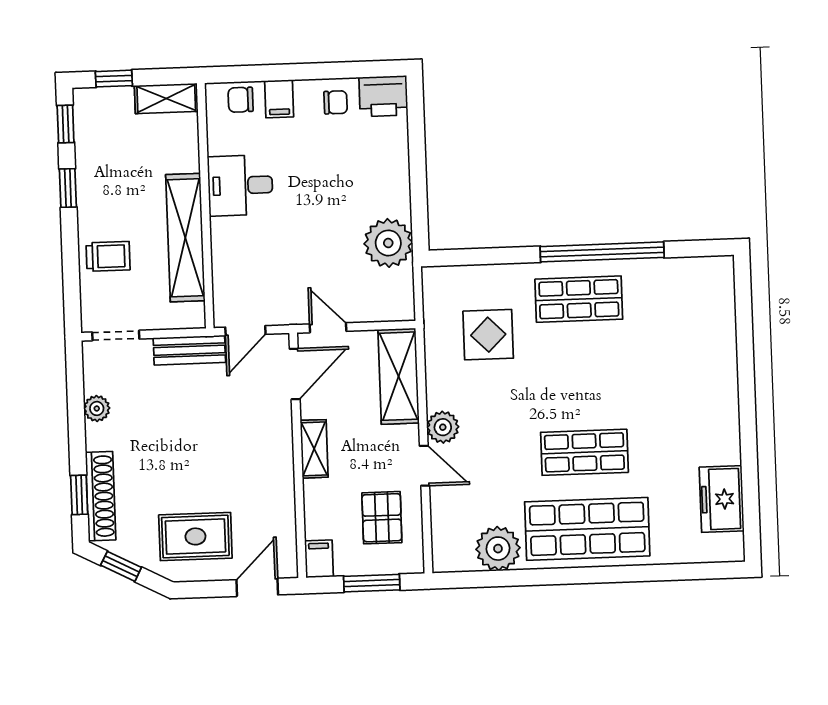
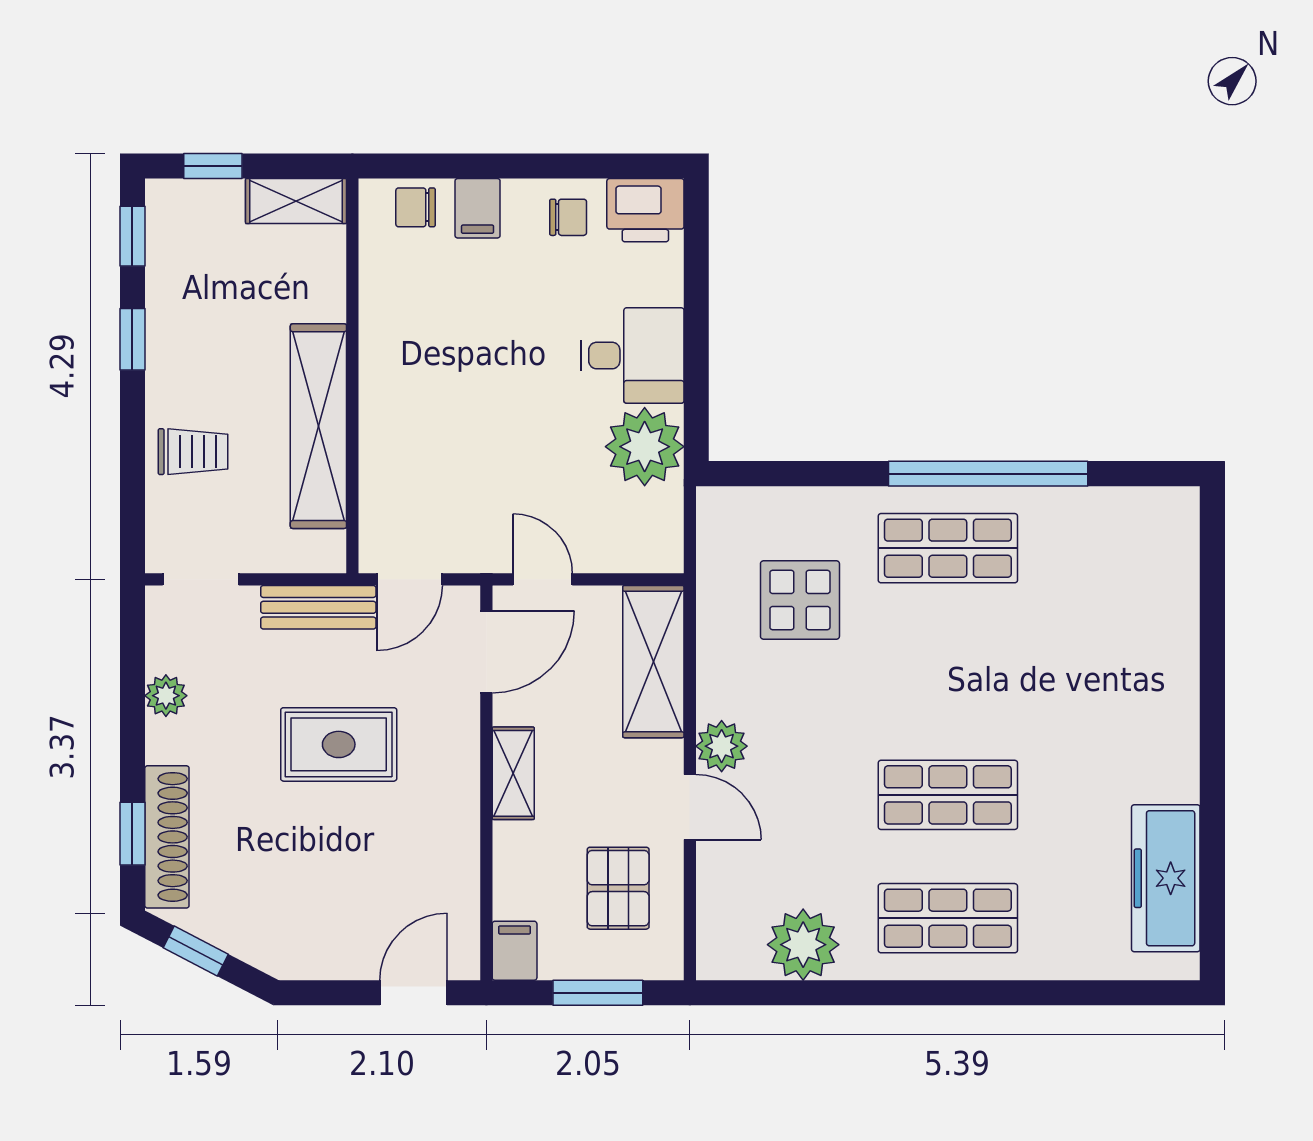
desk: (240, 185) -> (632, 356), moved, turned 180
freezer: (722, 499) -> (1166, 878), width x1.40
shop shelf: (587, 529) -> (948, 918), width x0.70, depth x0.74
rug: (195, 536) -> (339, 744), moved

